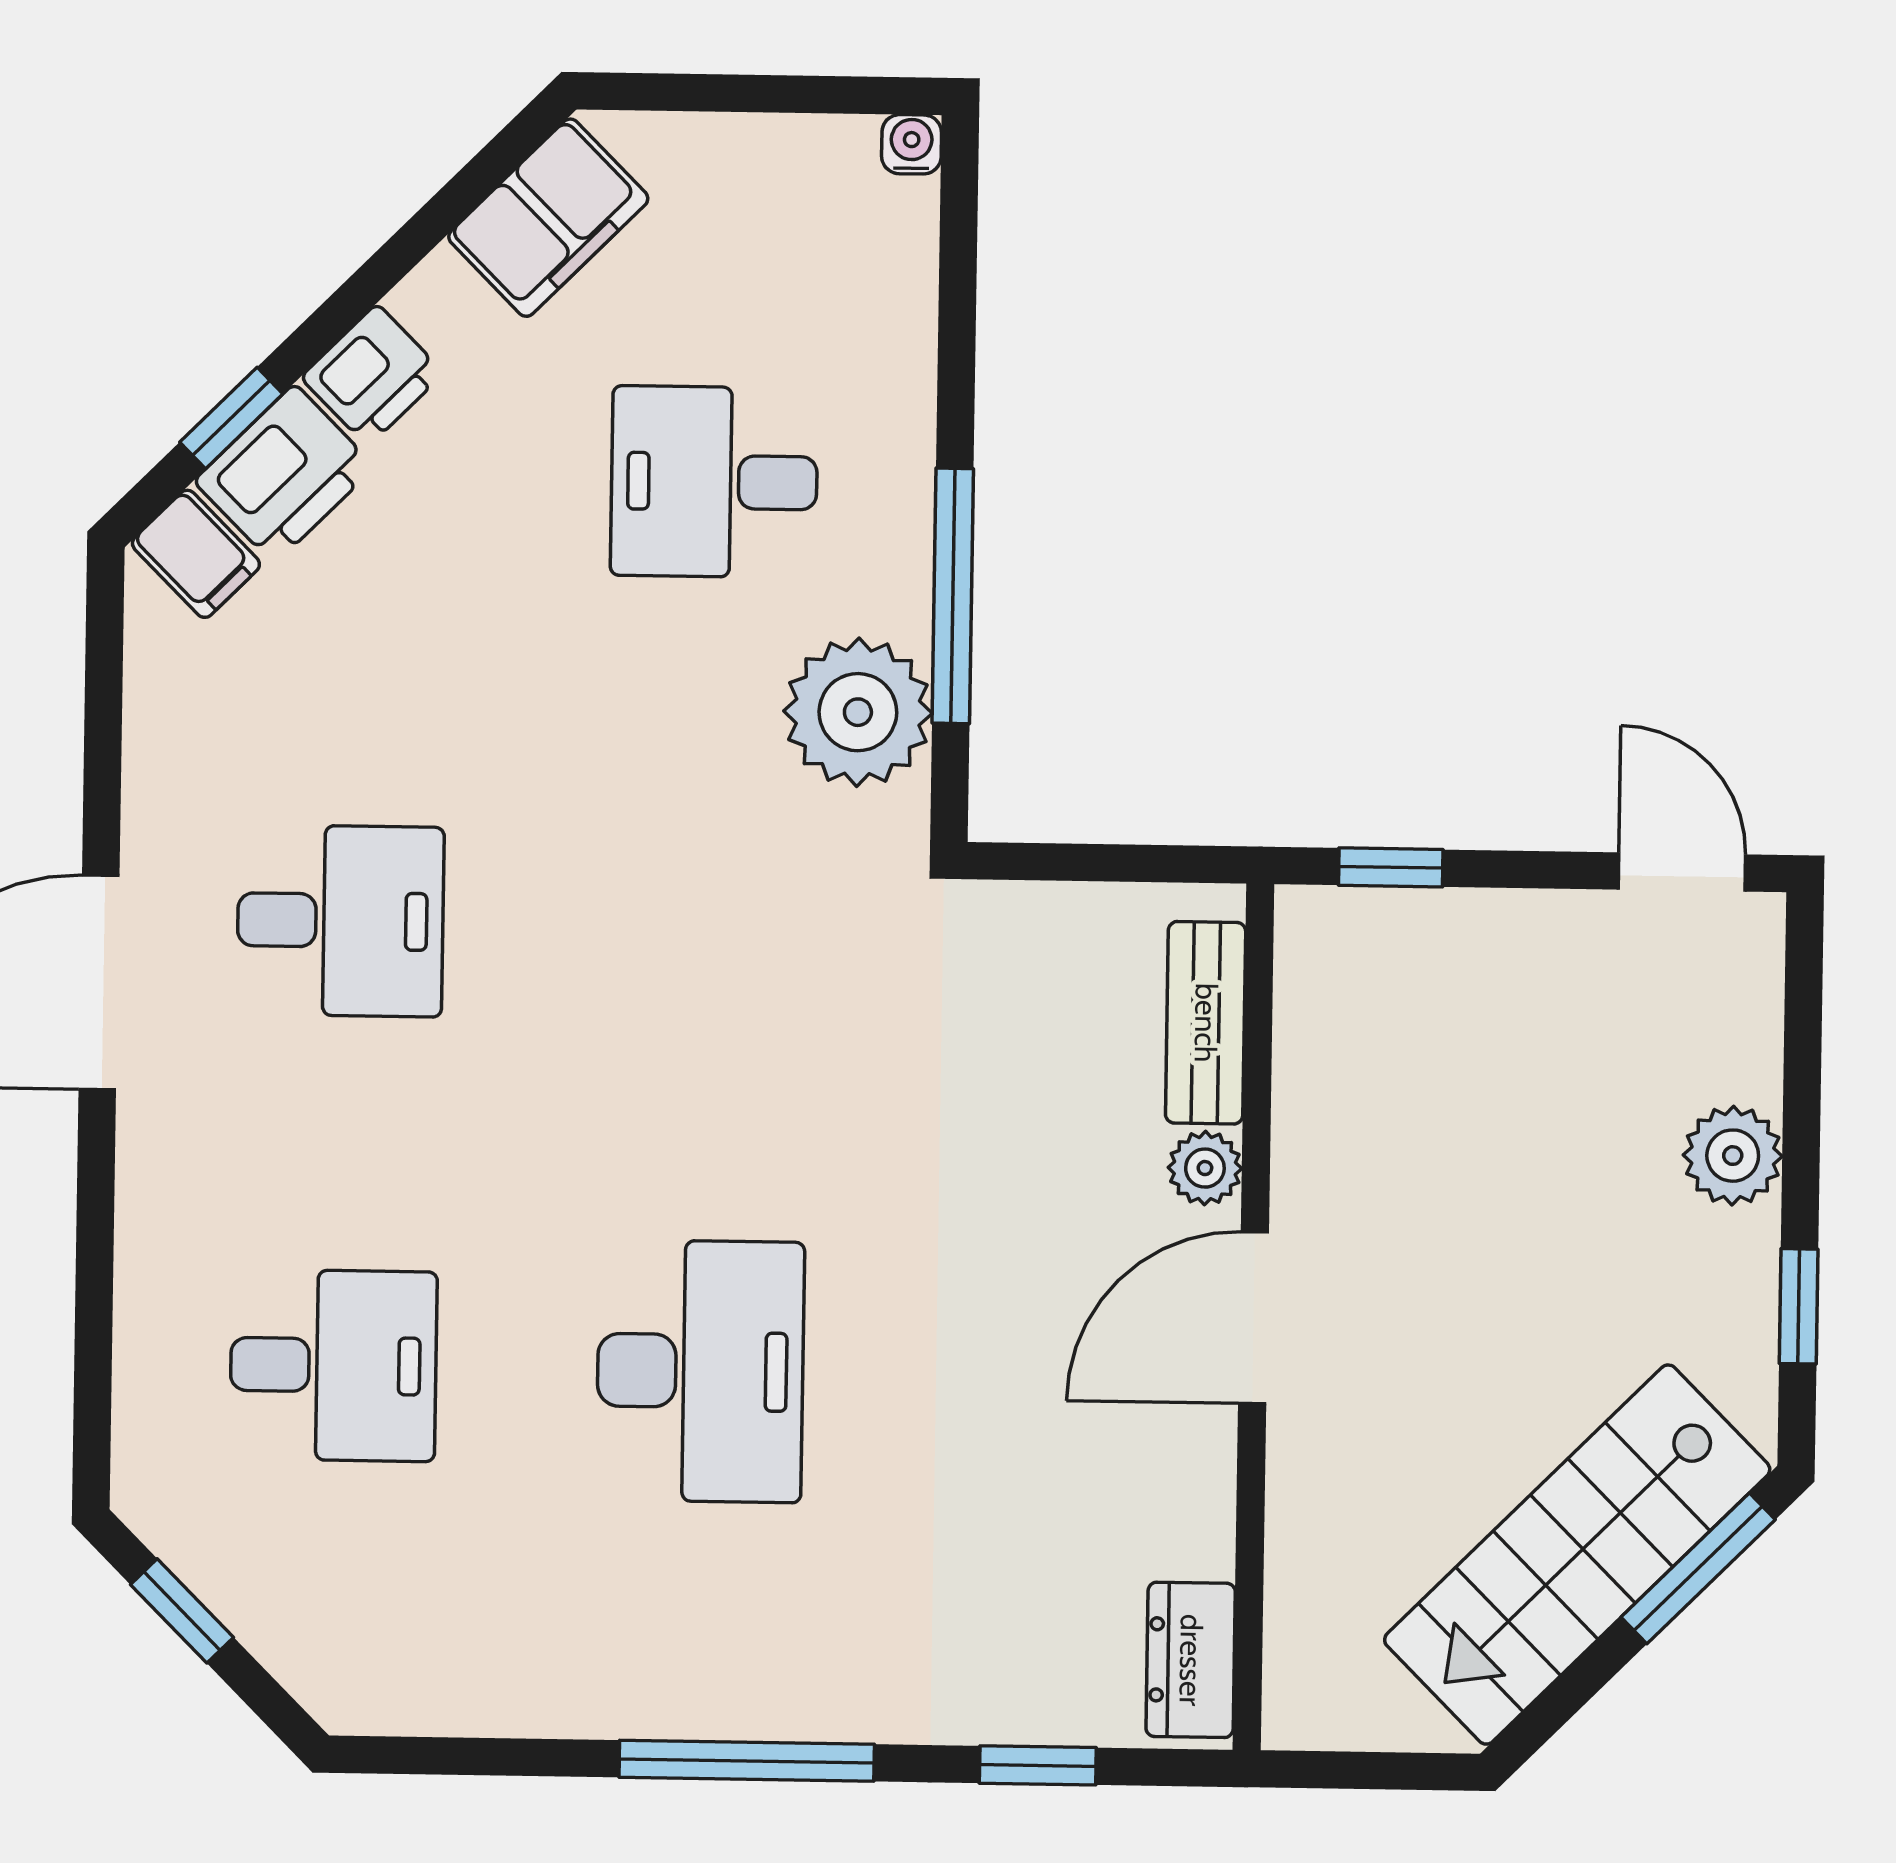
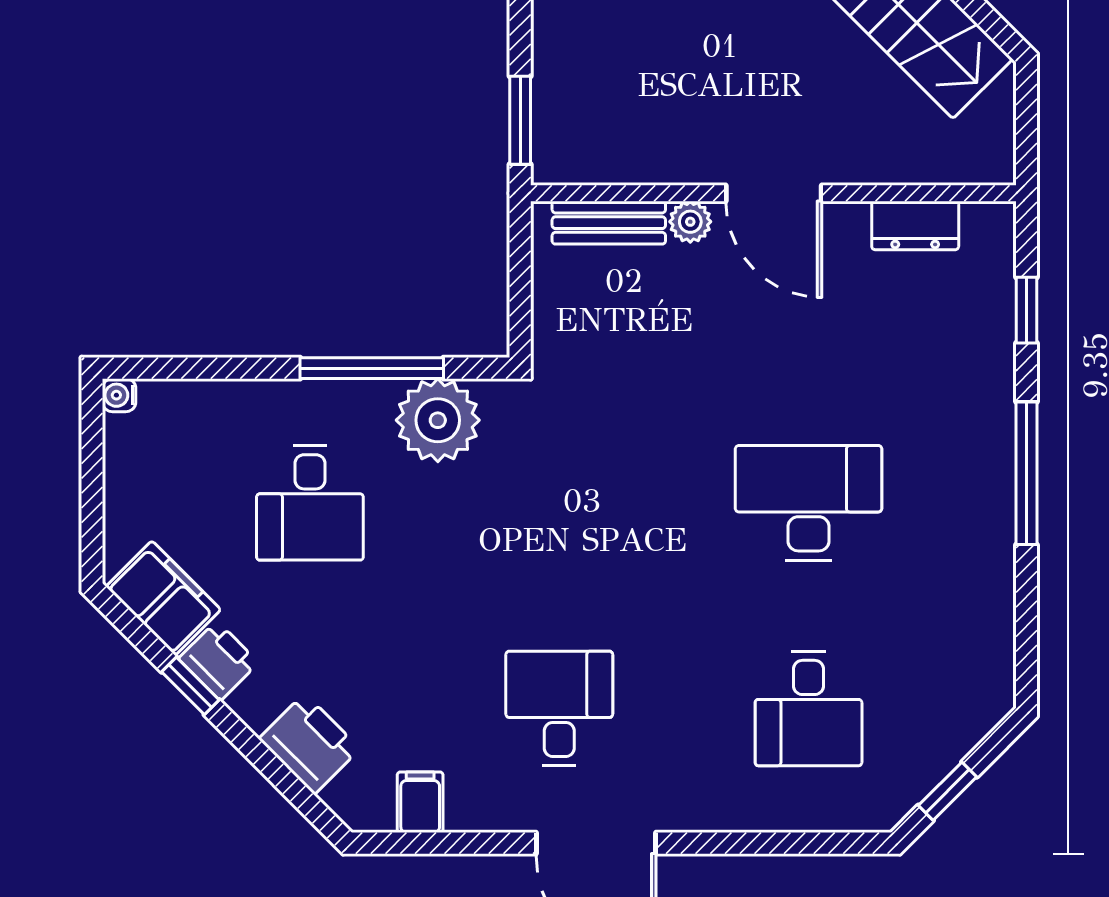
printer: (372, 375) -> (218, 661), moved
window: (231, 418) -> (190, 686), moved
filing cabinet: (196, 554) -> (420, 802), moved, turned -45
window: (1391, 867) -> (520, 120), width x1.50
desk: (333, 1365) -> (809, 708), turned 180
dresser: (1191, 1660) -> (915, 225), moved

